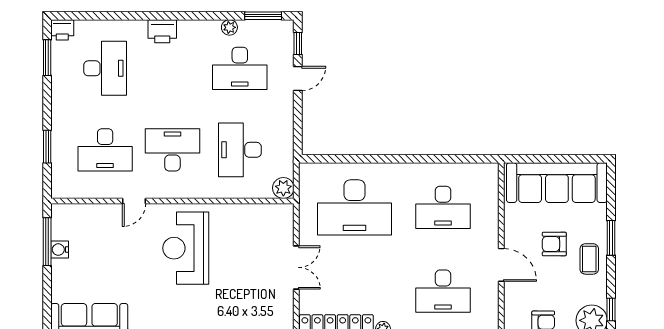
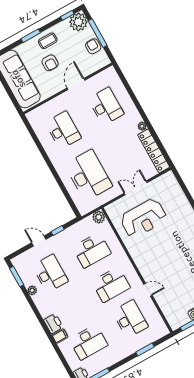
filing cabinet: (138, 31) -> (60, 336), added
window: (298, 44) -> (58, 230), moved
desk: (105, 68) -> (89, 342), turned 180
desk: (172, 150) -> (111, 285), turned -90
reception desk: (186, 248) -> (143, 218), moved

